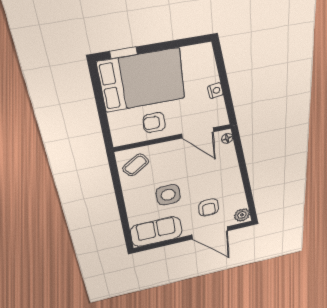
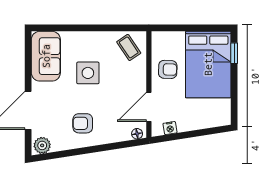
nightstand: (215, 91) -> (170, 128), moved
armchair: (154, 123) -> (168, 69), turned 92
armchair: (209, 207) -> (83, 123), moved

